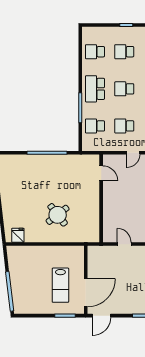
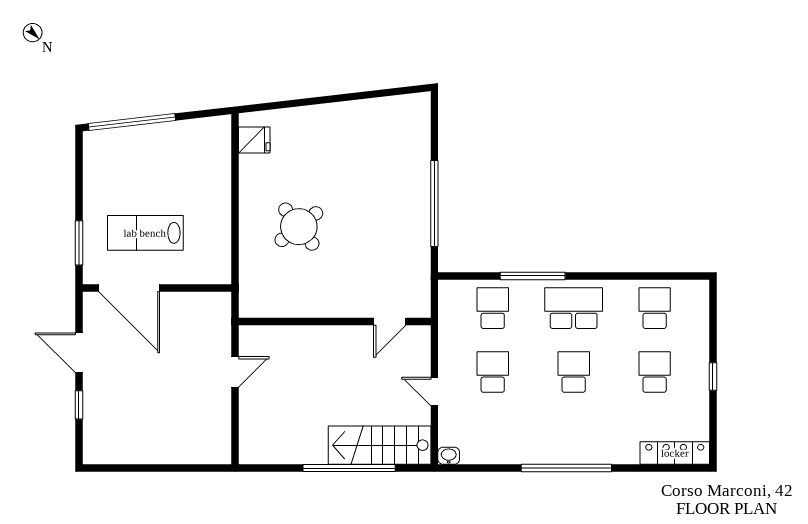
door: (102, 316) -> (79, 353), moved

